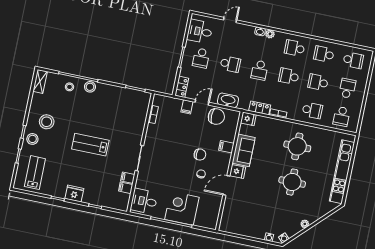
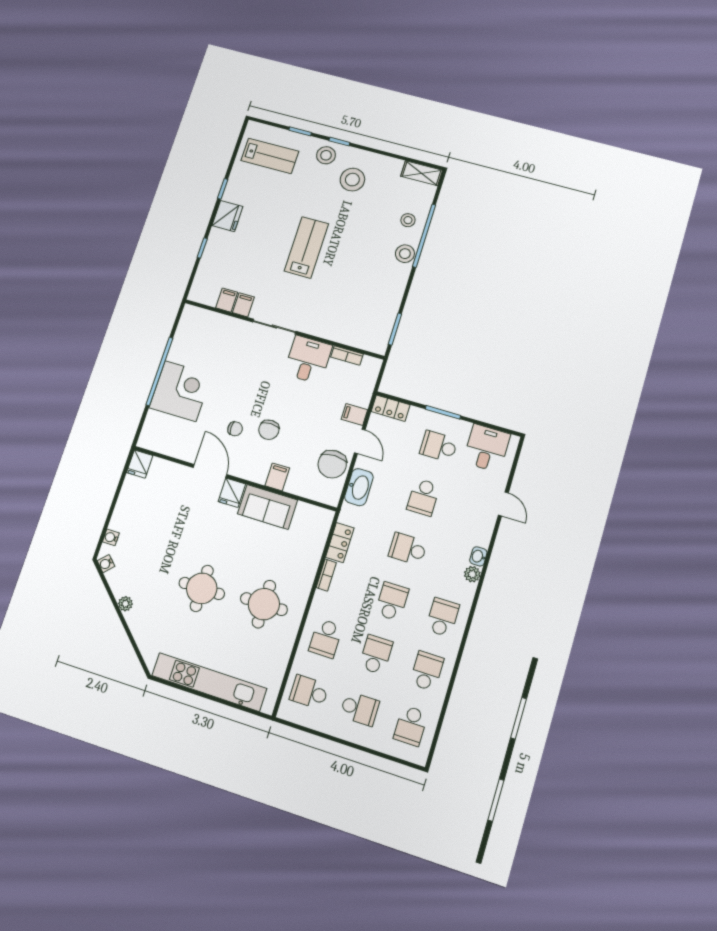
fridge: (248, 119) -> (140, 464), moved
desk: (144, 201) -> (308, 360), moved

